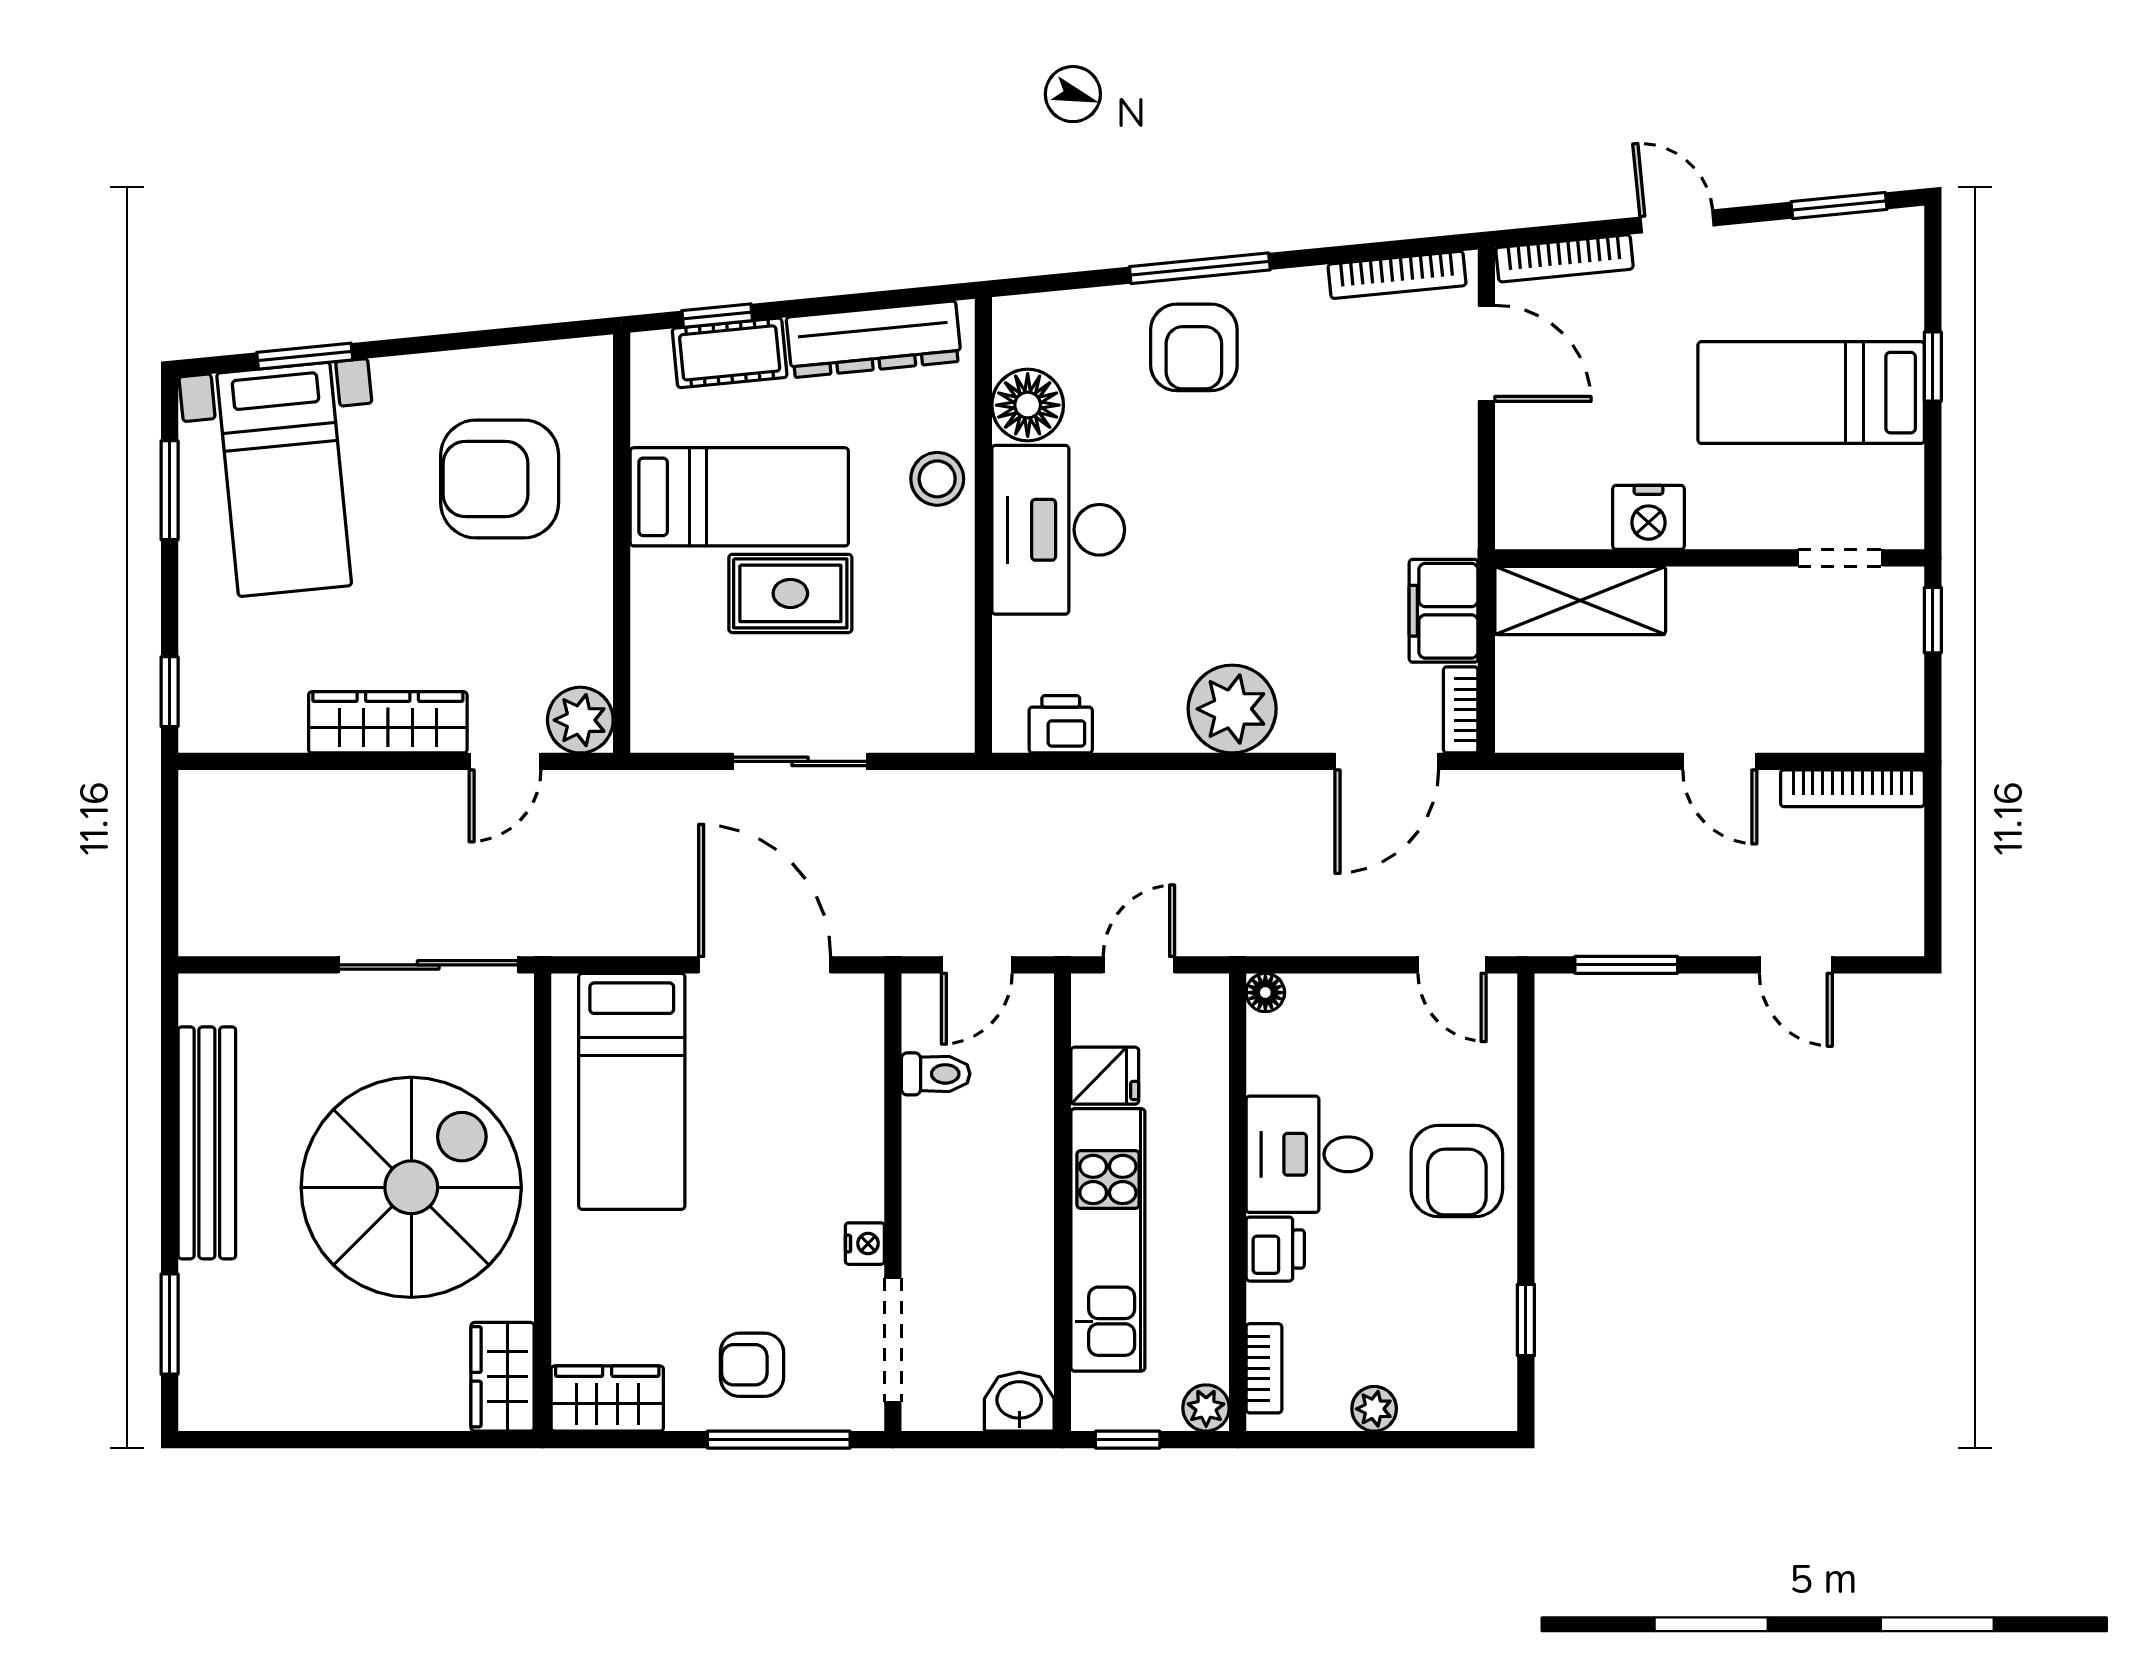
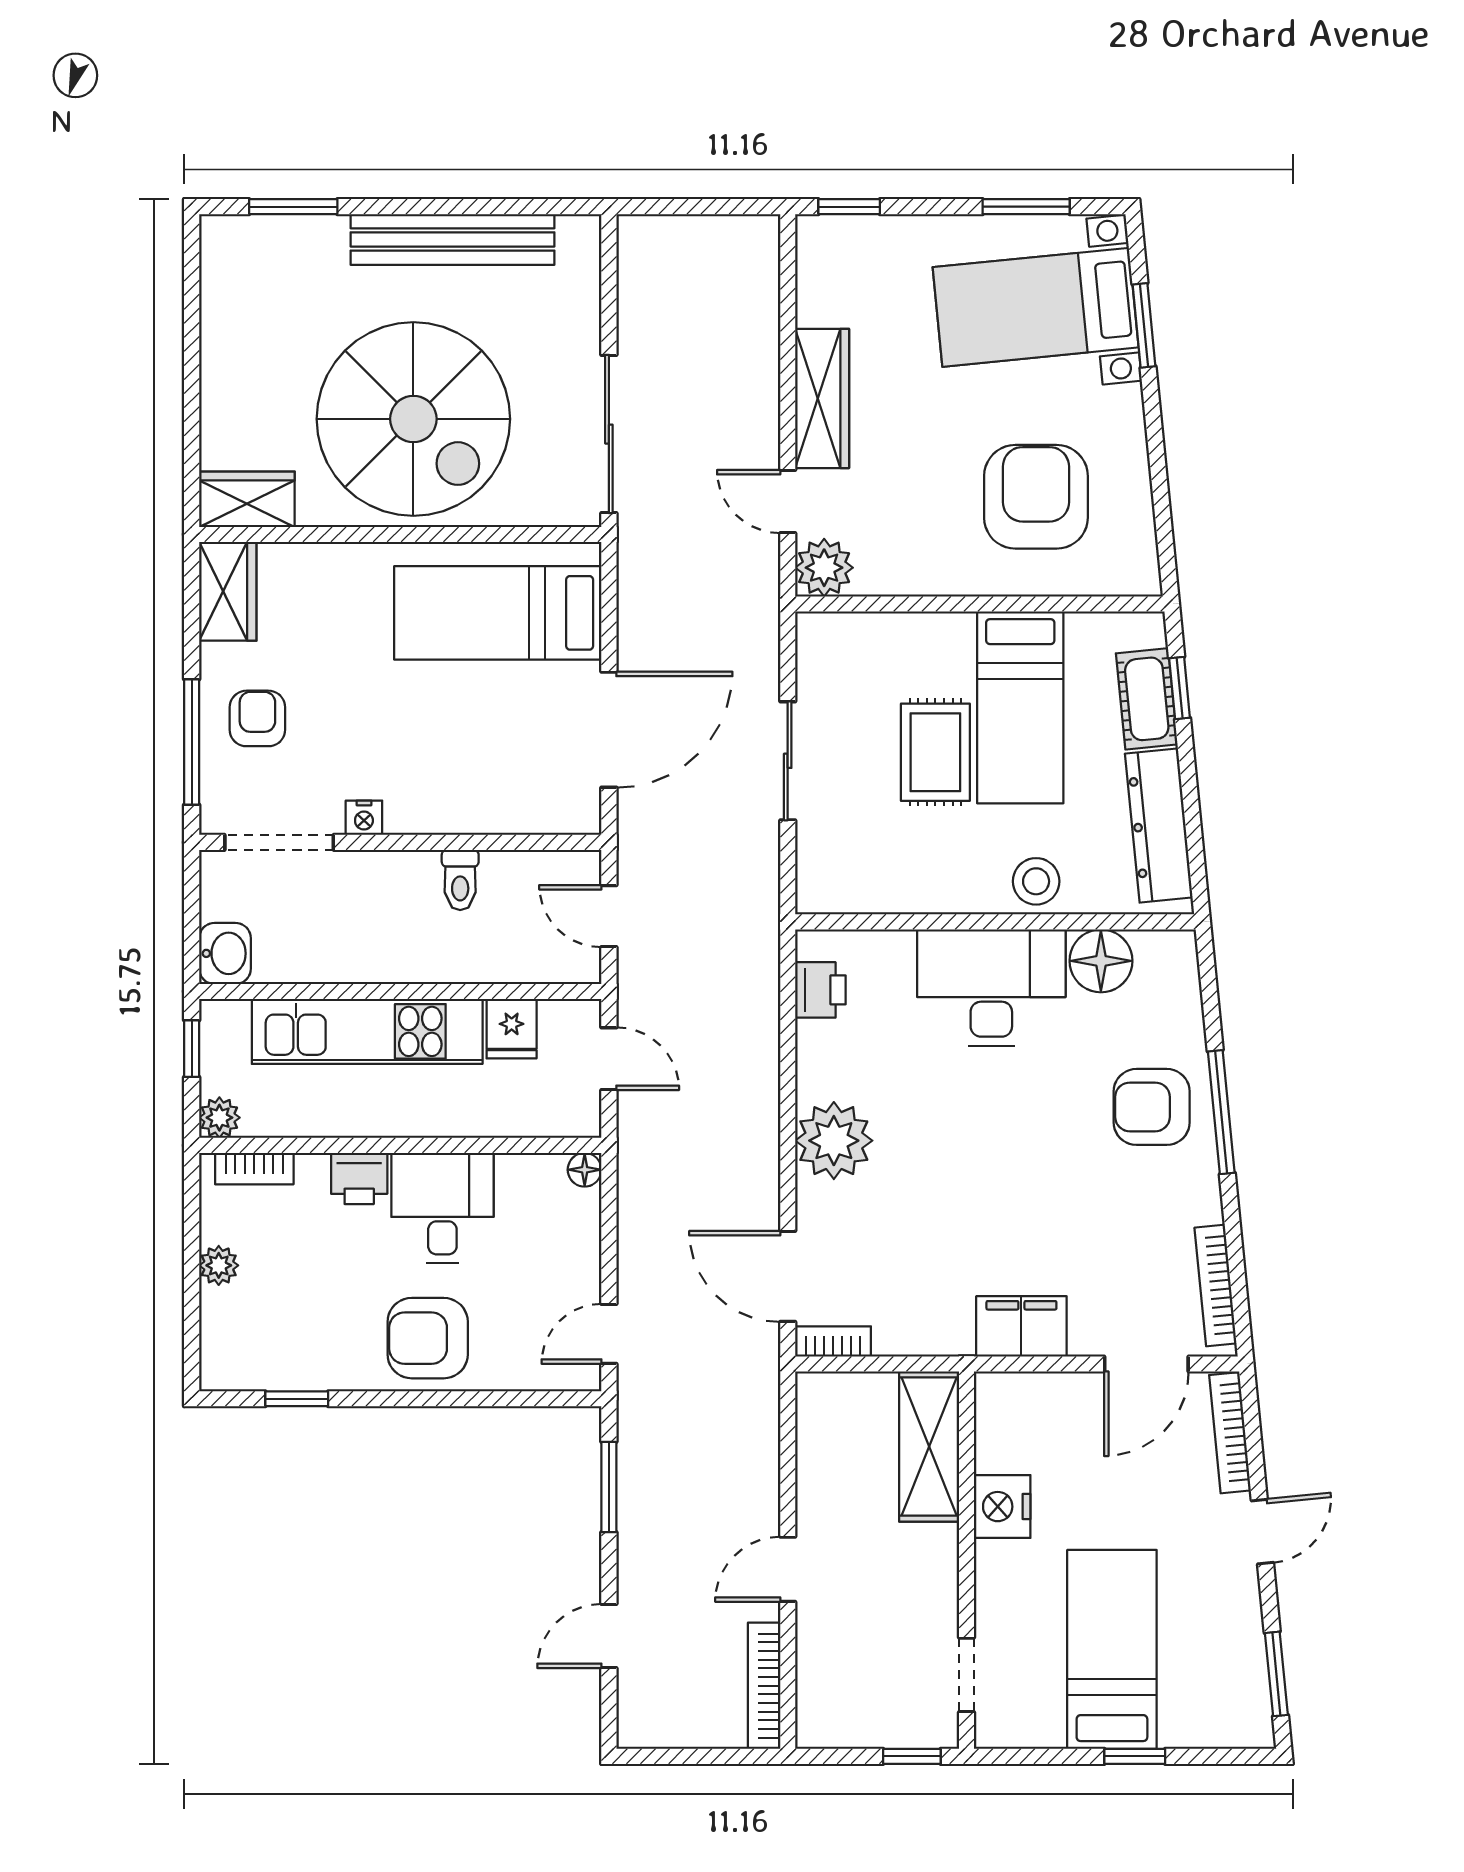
filing cabinet: (1444, 611) -> (1021, 1326), moved
toilet: (936, 1074) -> (460, 880), moved

